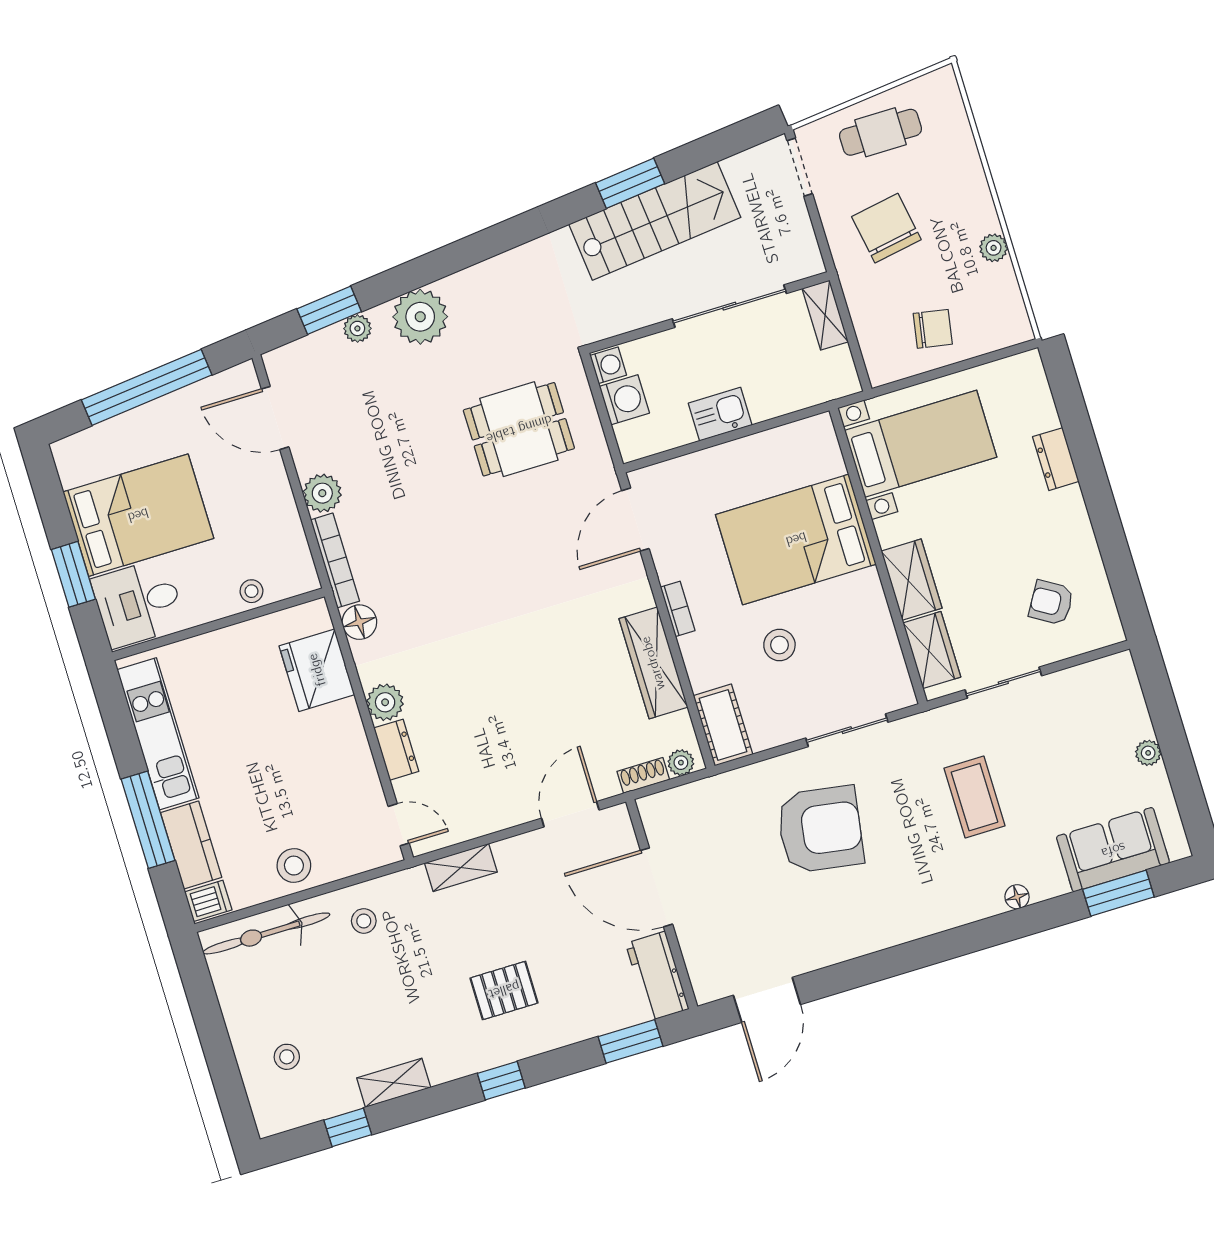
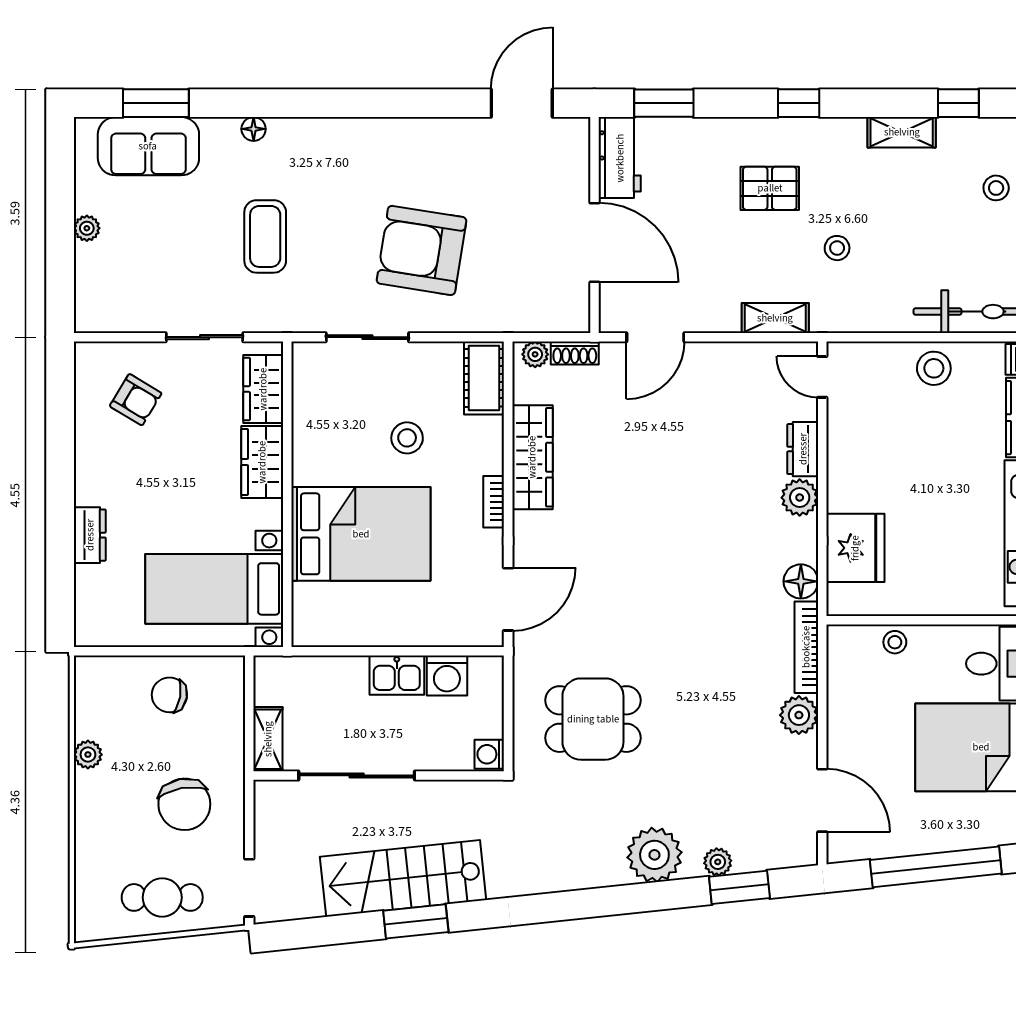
washing machine: (624, 400) -> (447, 675), moved, turned -90
stool: (364, 921) -> (837, 248), moved

